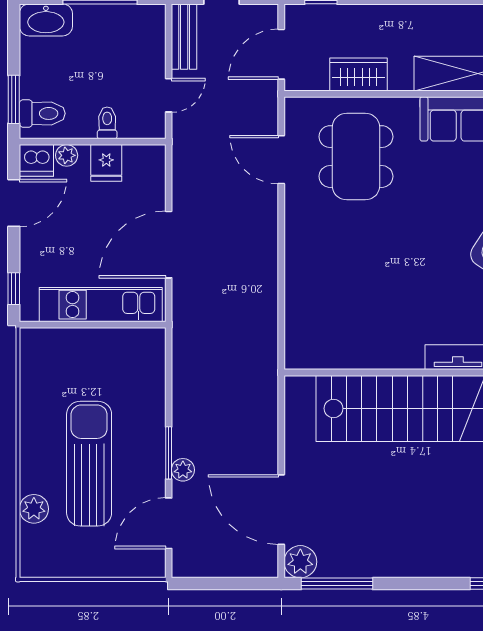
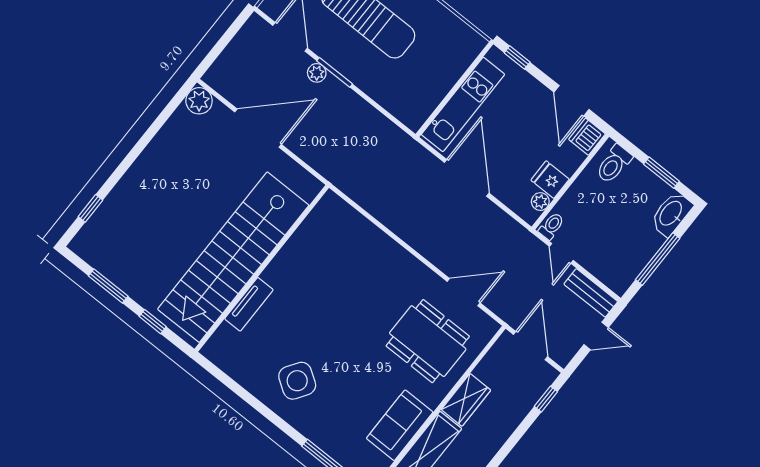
wardrobe: (359, 74) -> (466, 400), moved
window: (14, 99) -> (661, 173), moved
toilet: (107, 123) -> (551, 226), moved, turned -90
plant: (67, 155) -> (540, 202), moved
door: (281, 510) -> (258, 128), moved
window: (337, 584) -> (167, 113), removed

